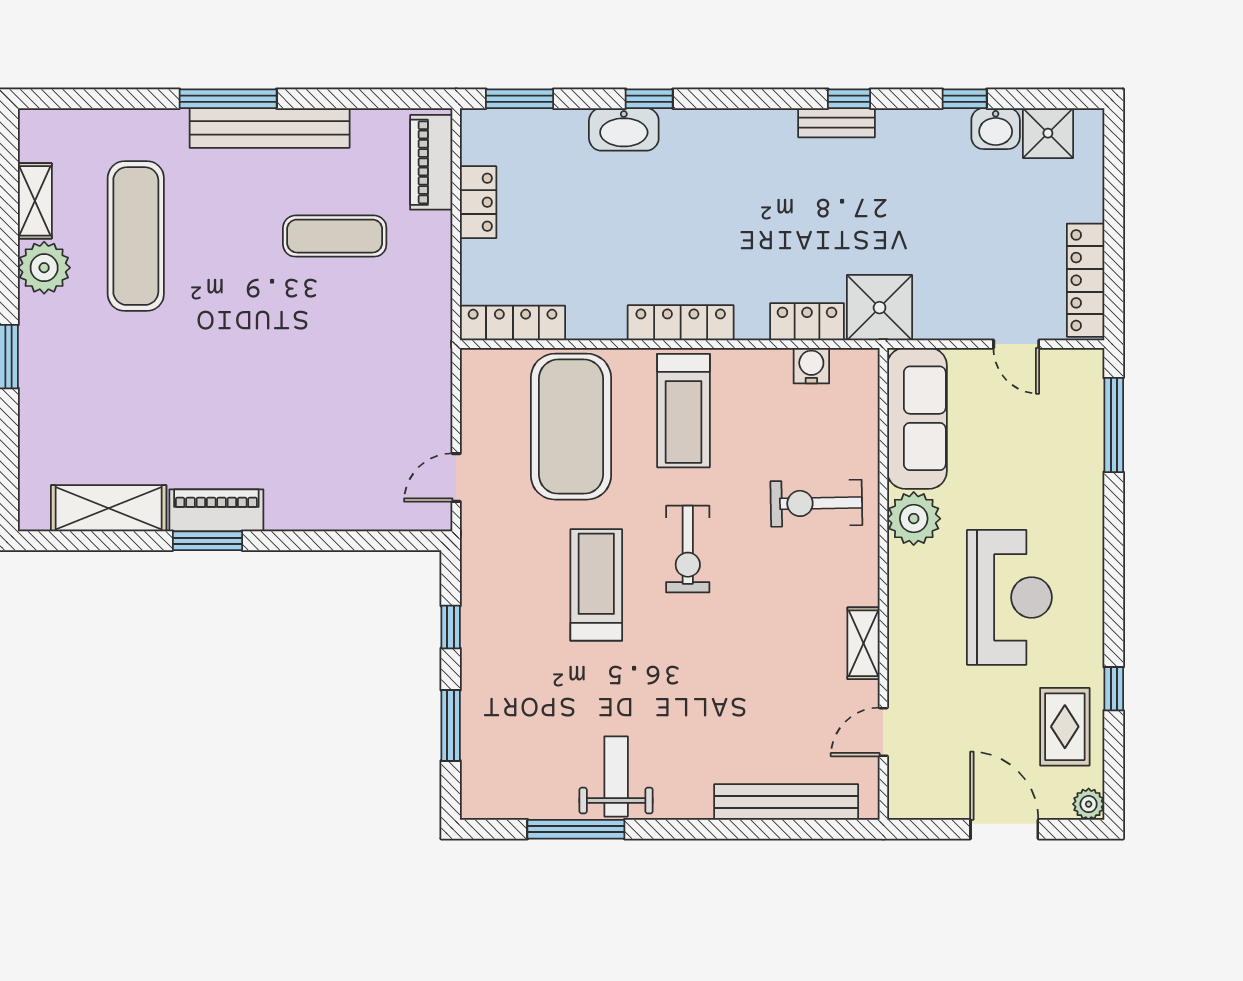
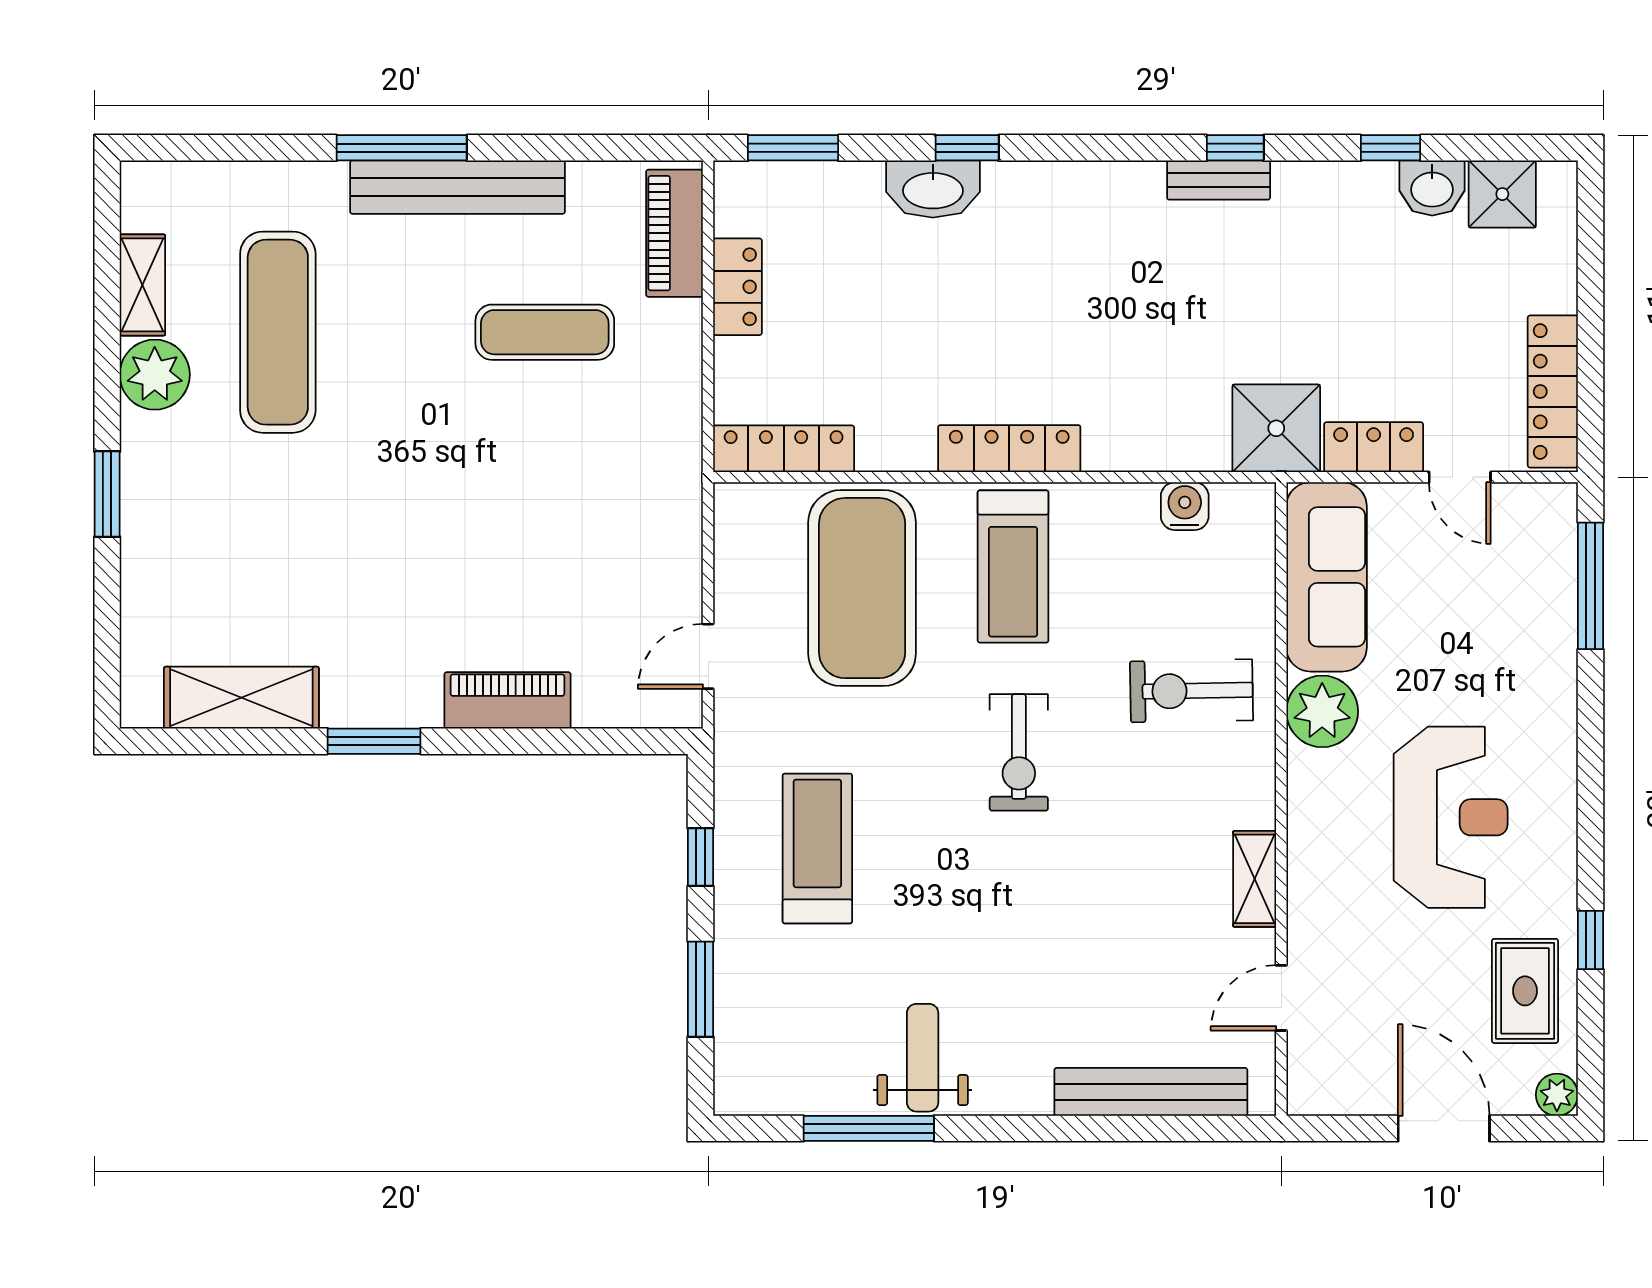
locker: (807, 322) -> (1374, 447), moved
piano: (216, 510) -> (508, 700), moved
treadmill: (596, 585) -> (817, 848), moved

